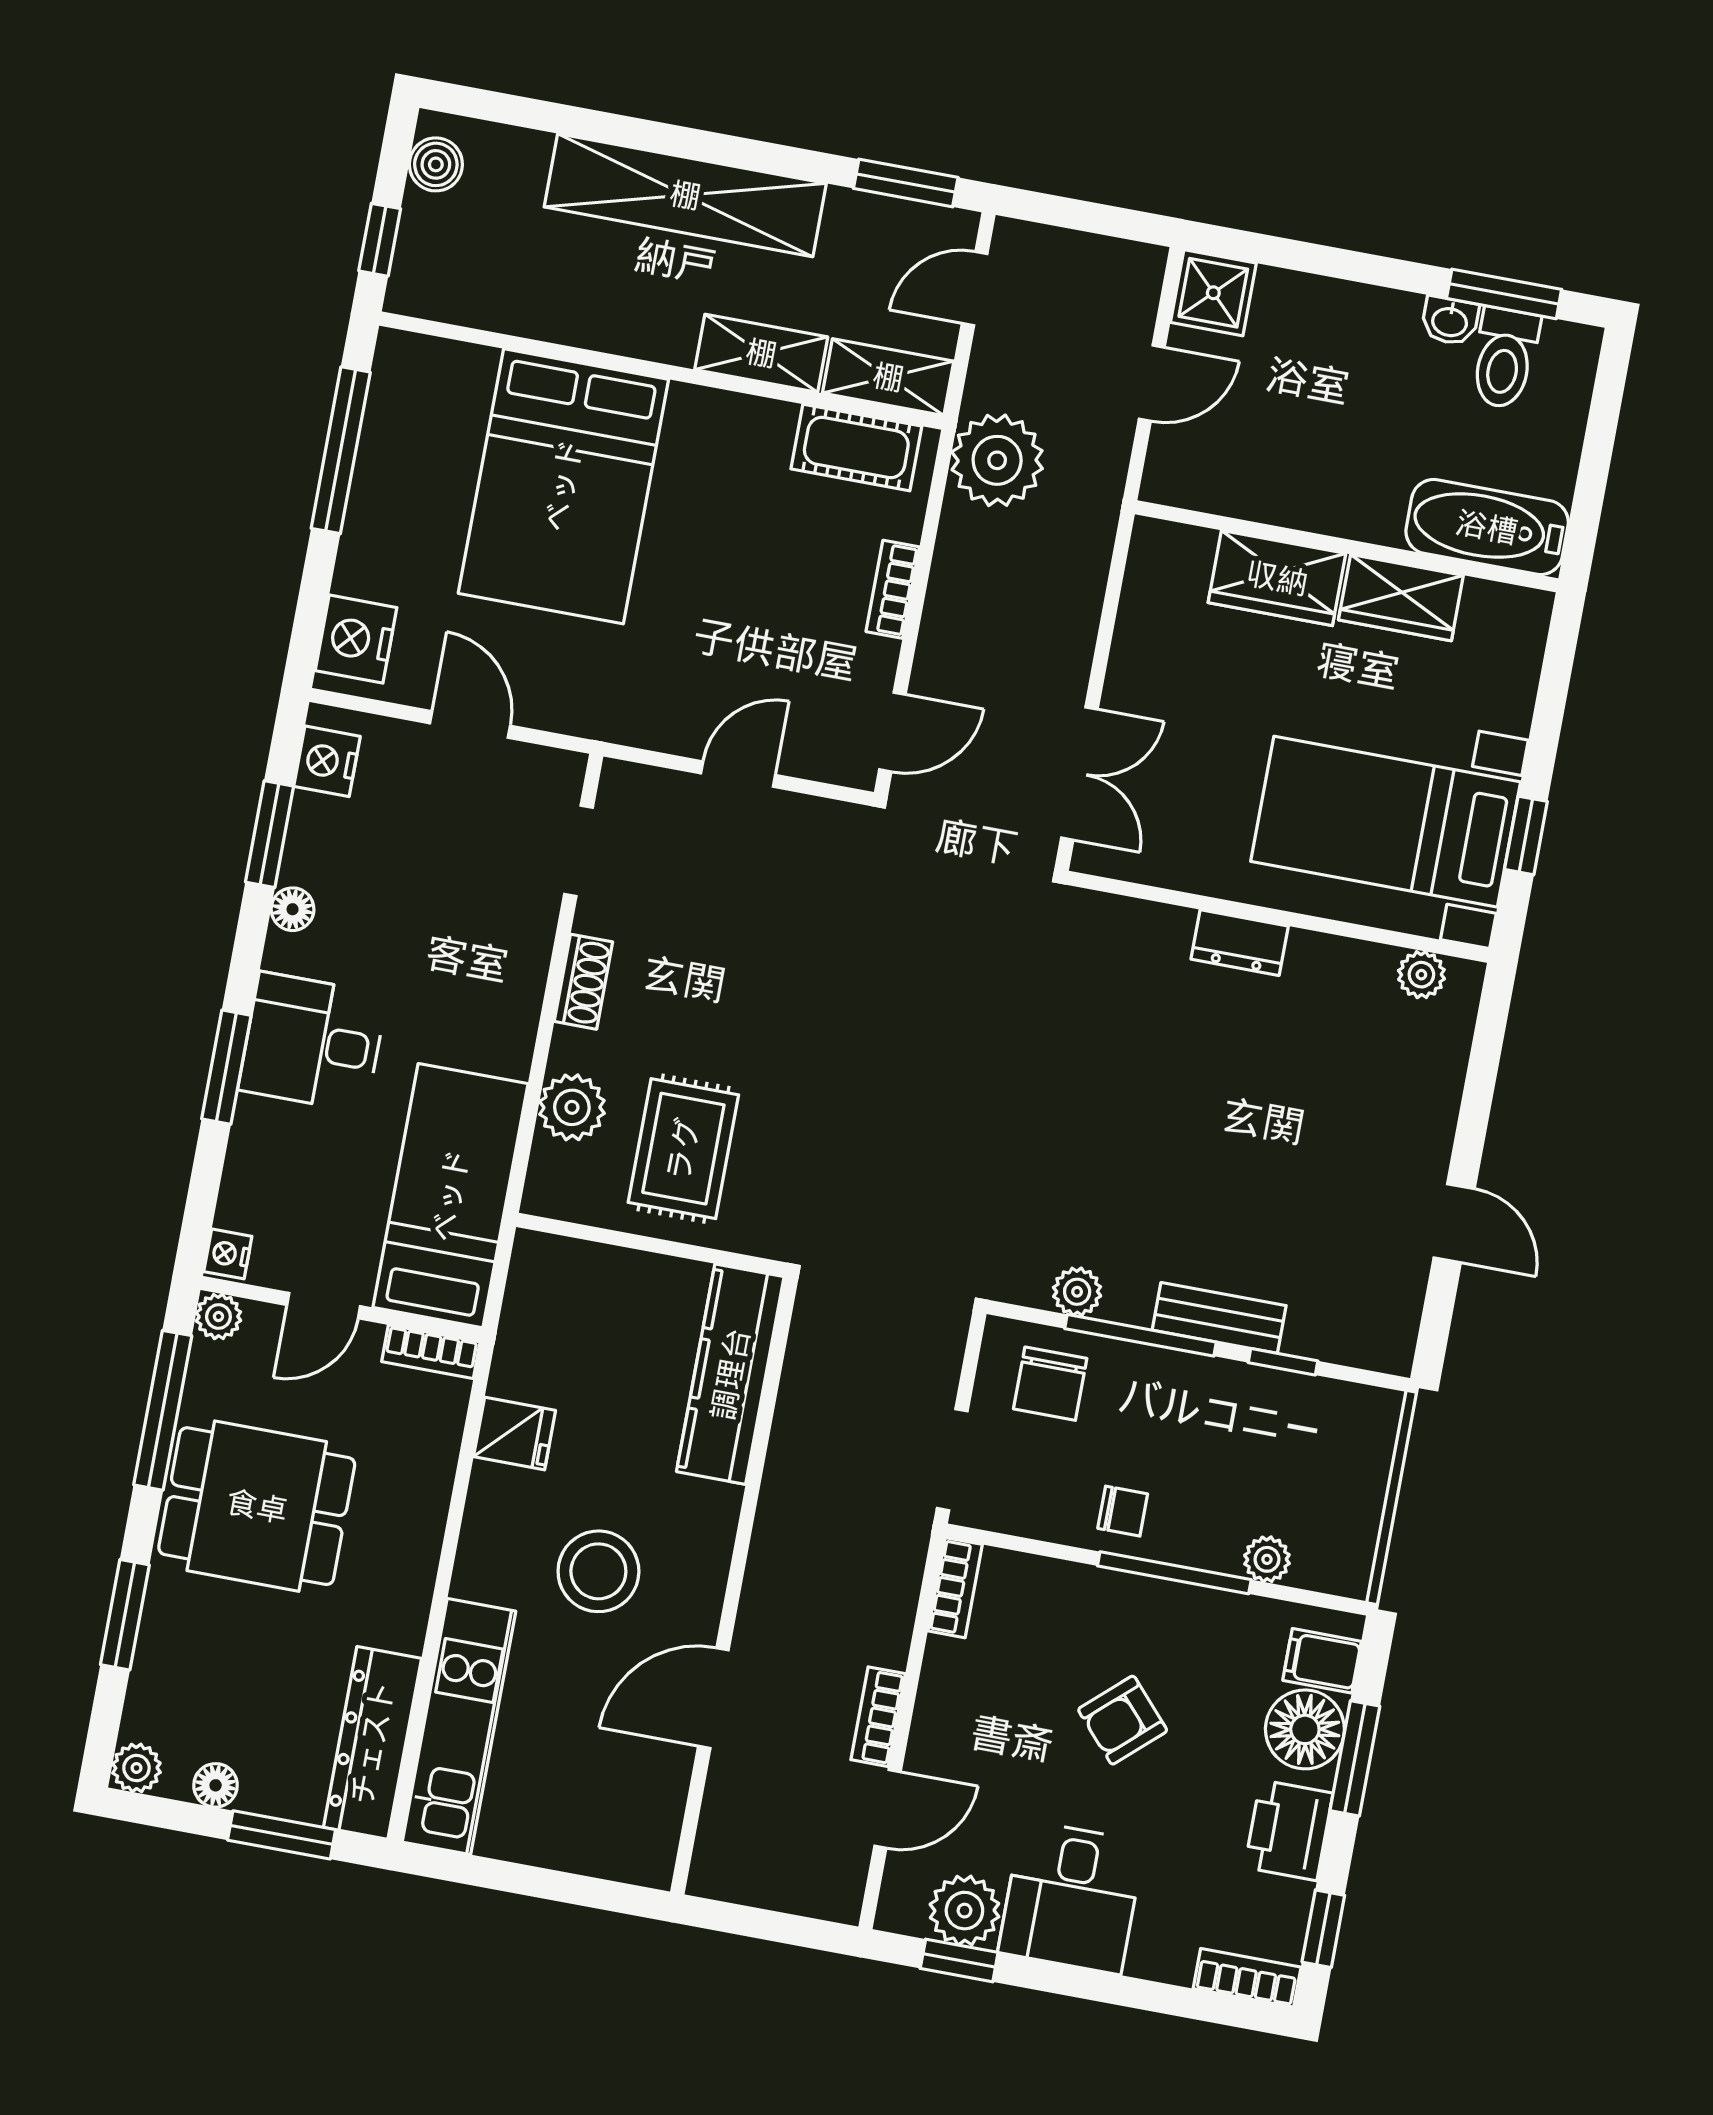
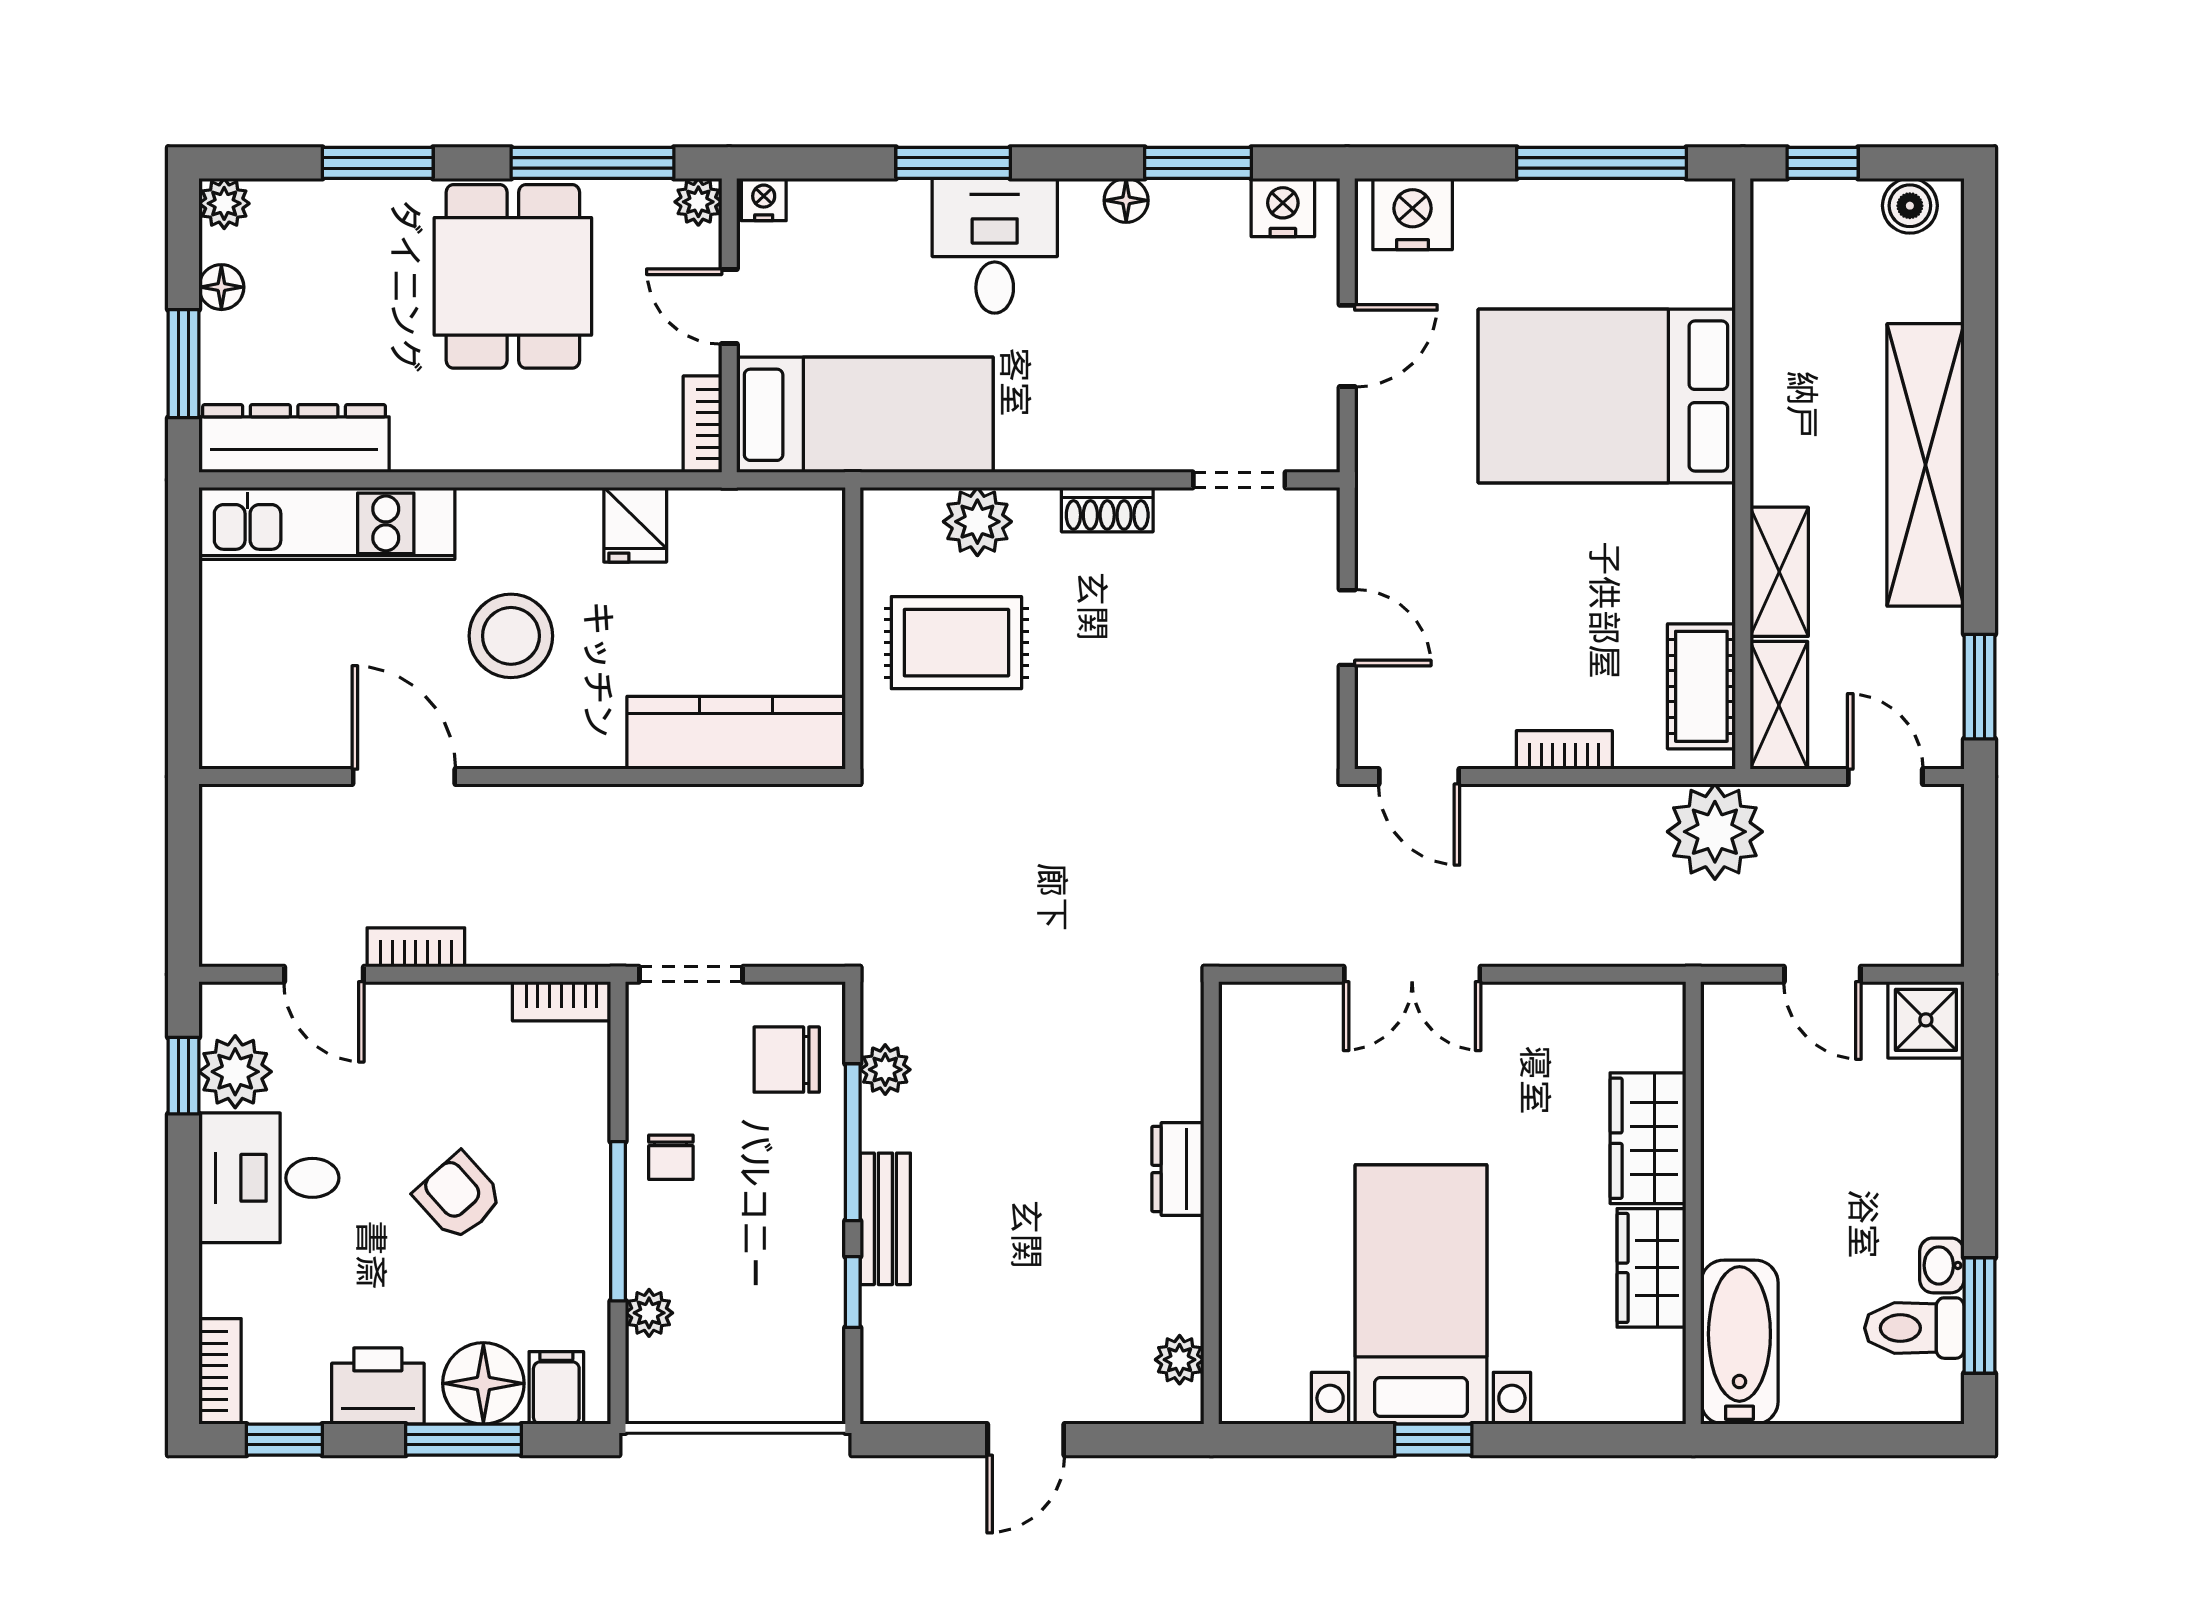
wall: (1278, 917) -> (1211, 1203), moved
dresser: (1240, 943) -> (1178, 1169), moved
plant: (1421, 975) -> (1180, 1360), moved

